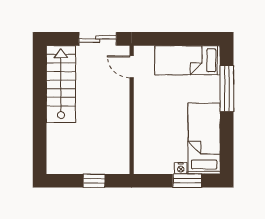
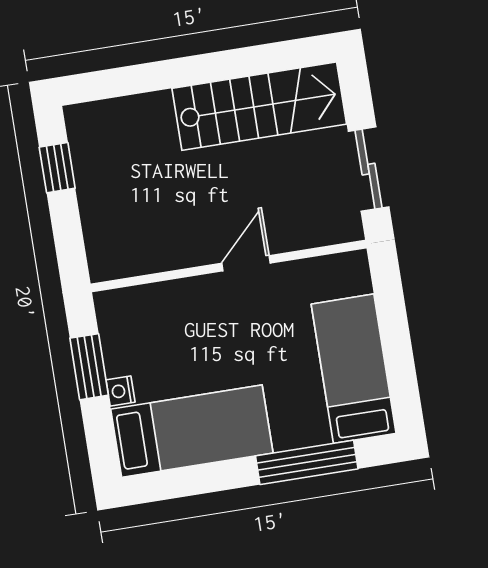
door: (132, 67) -> (246, 263), moved
window: (94, 181) -> (57, 168), moved
window: (187, 181) -> (89, 367), moved

